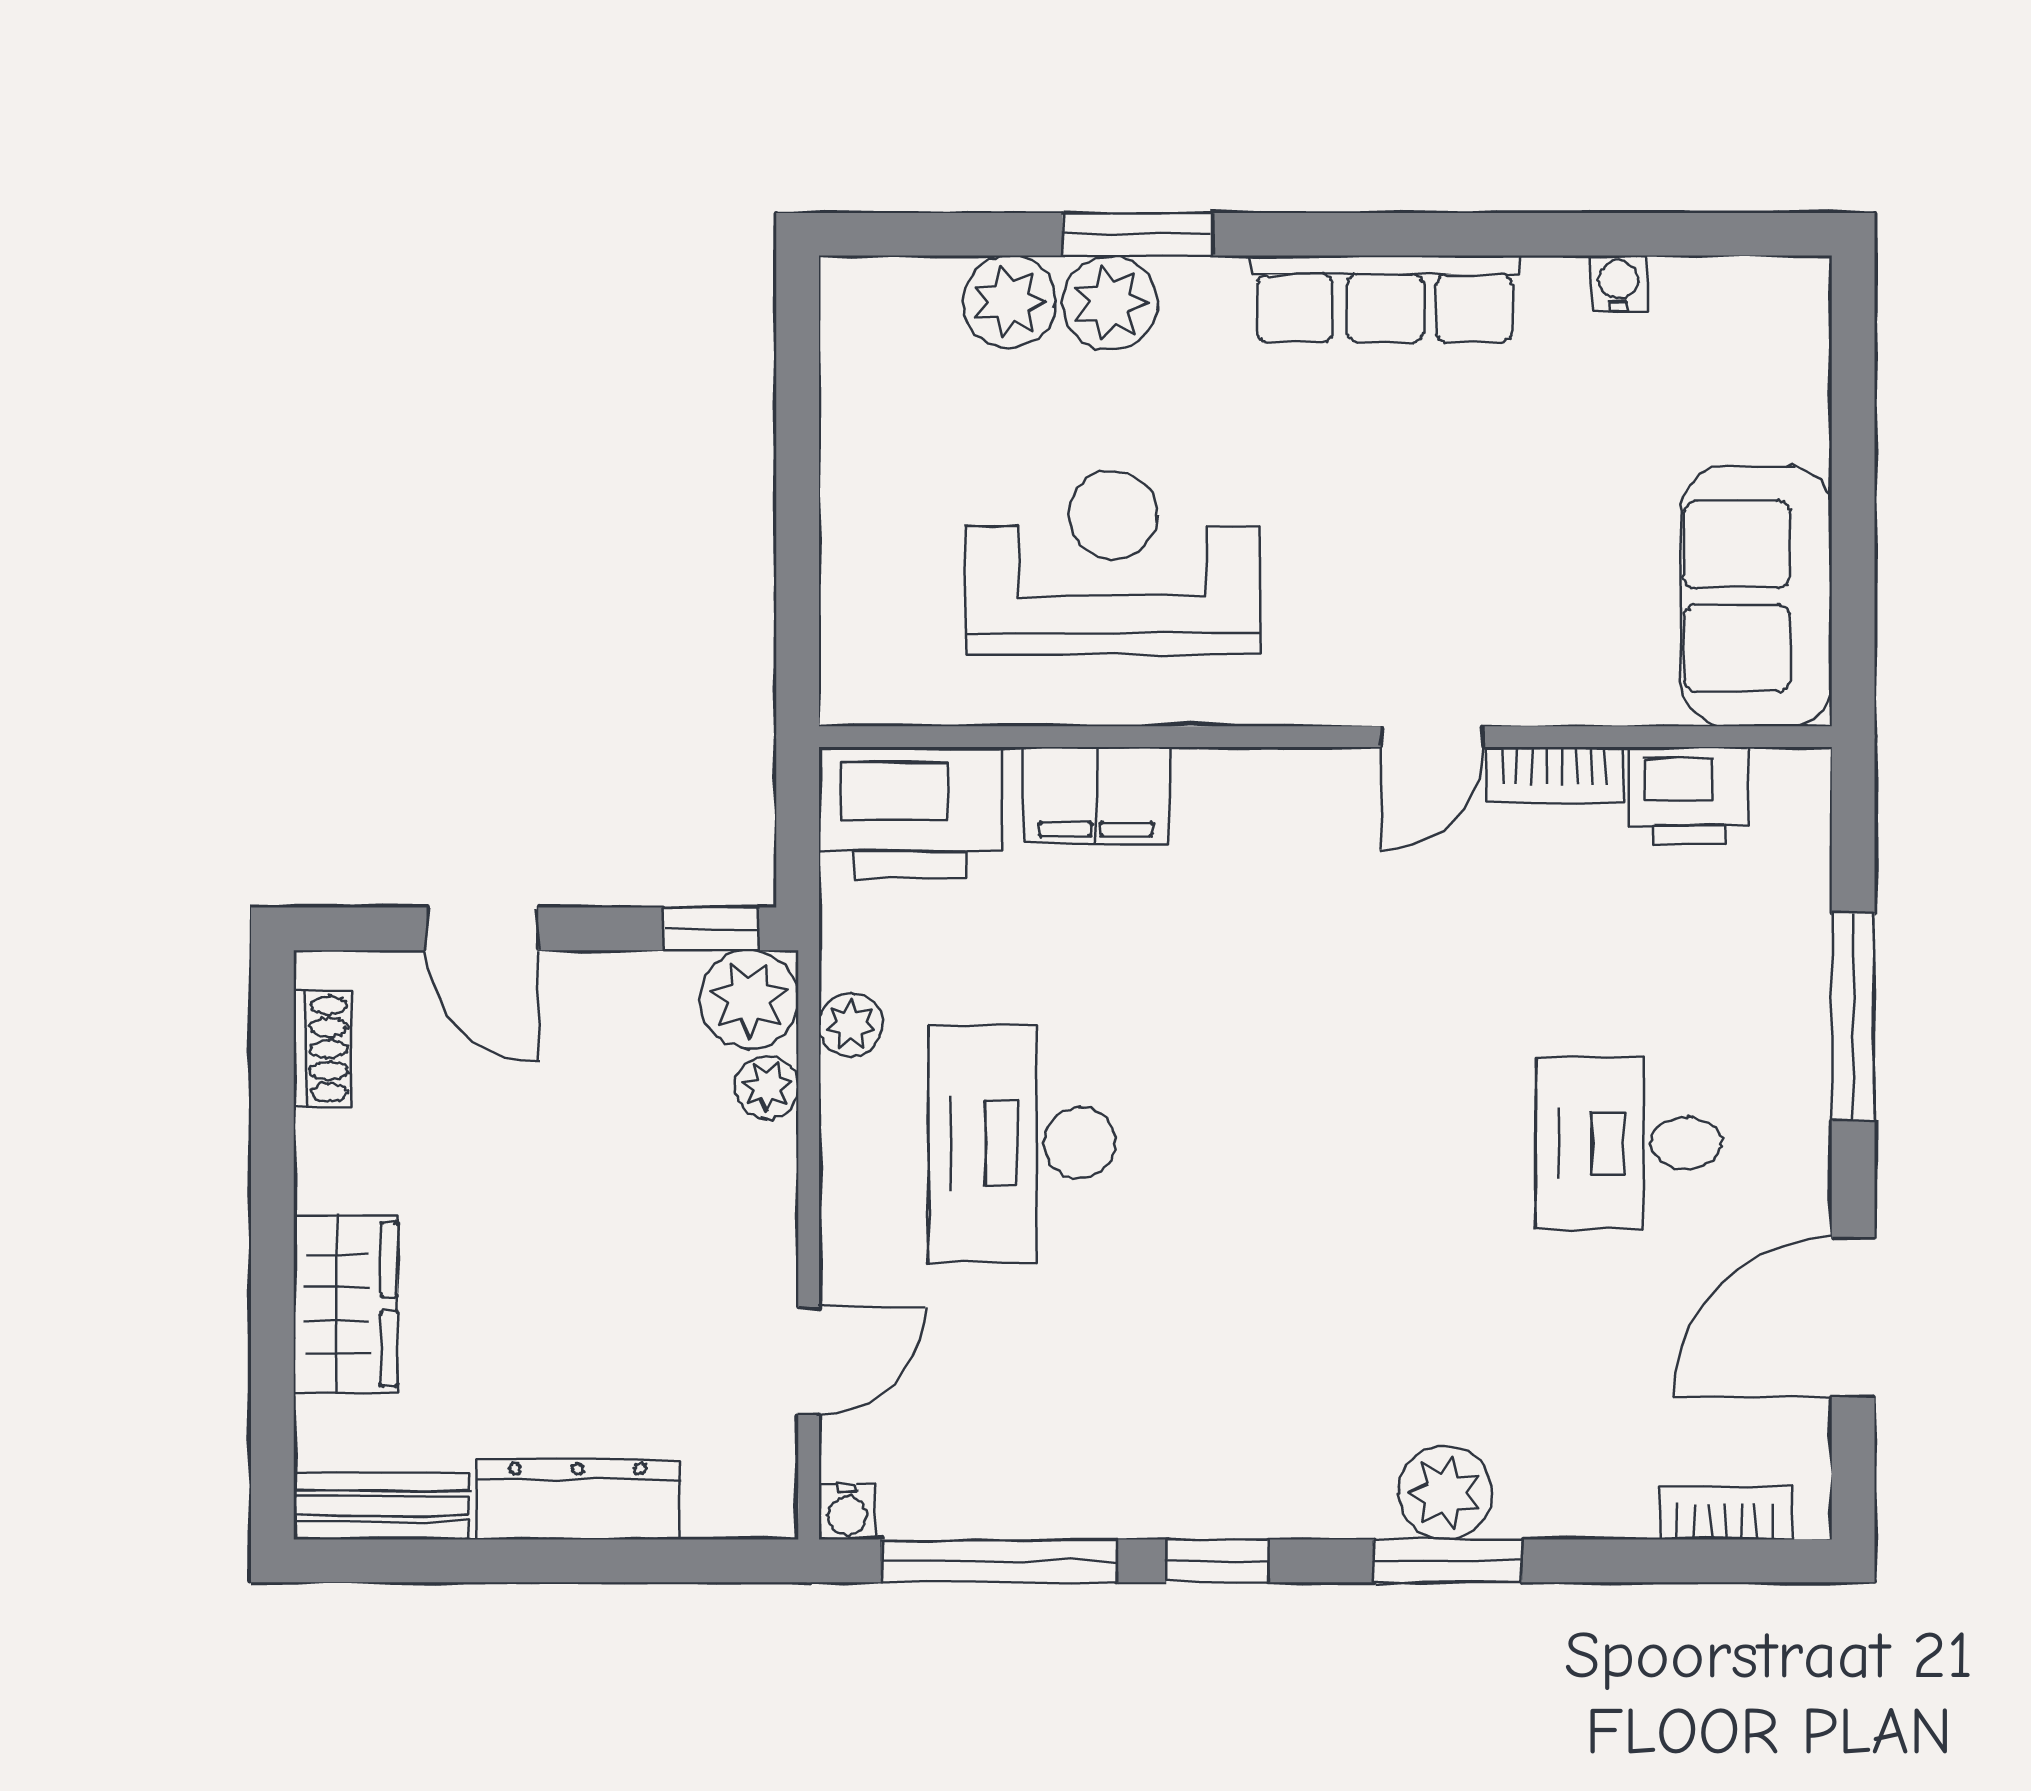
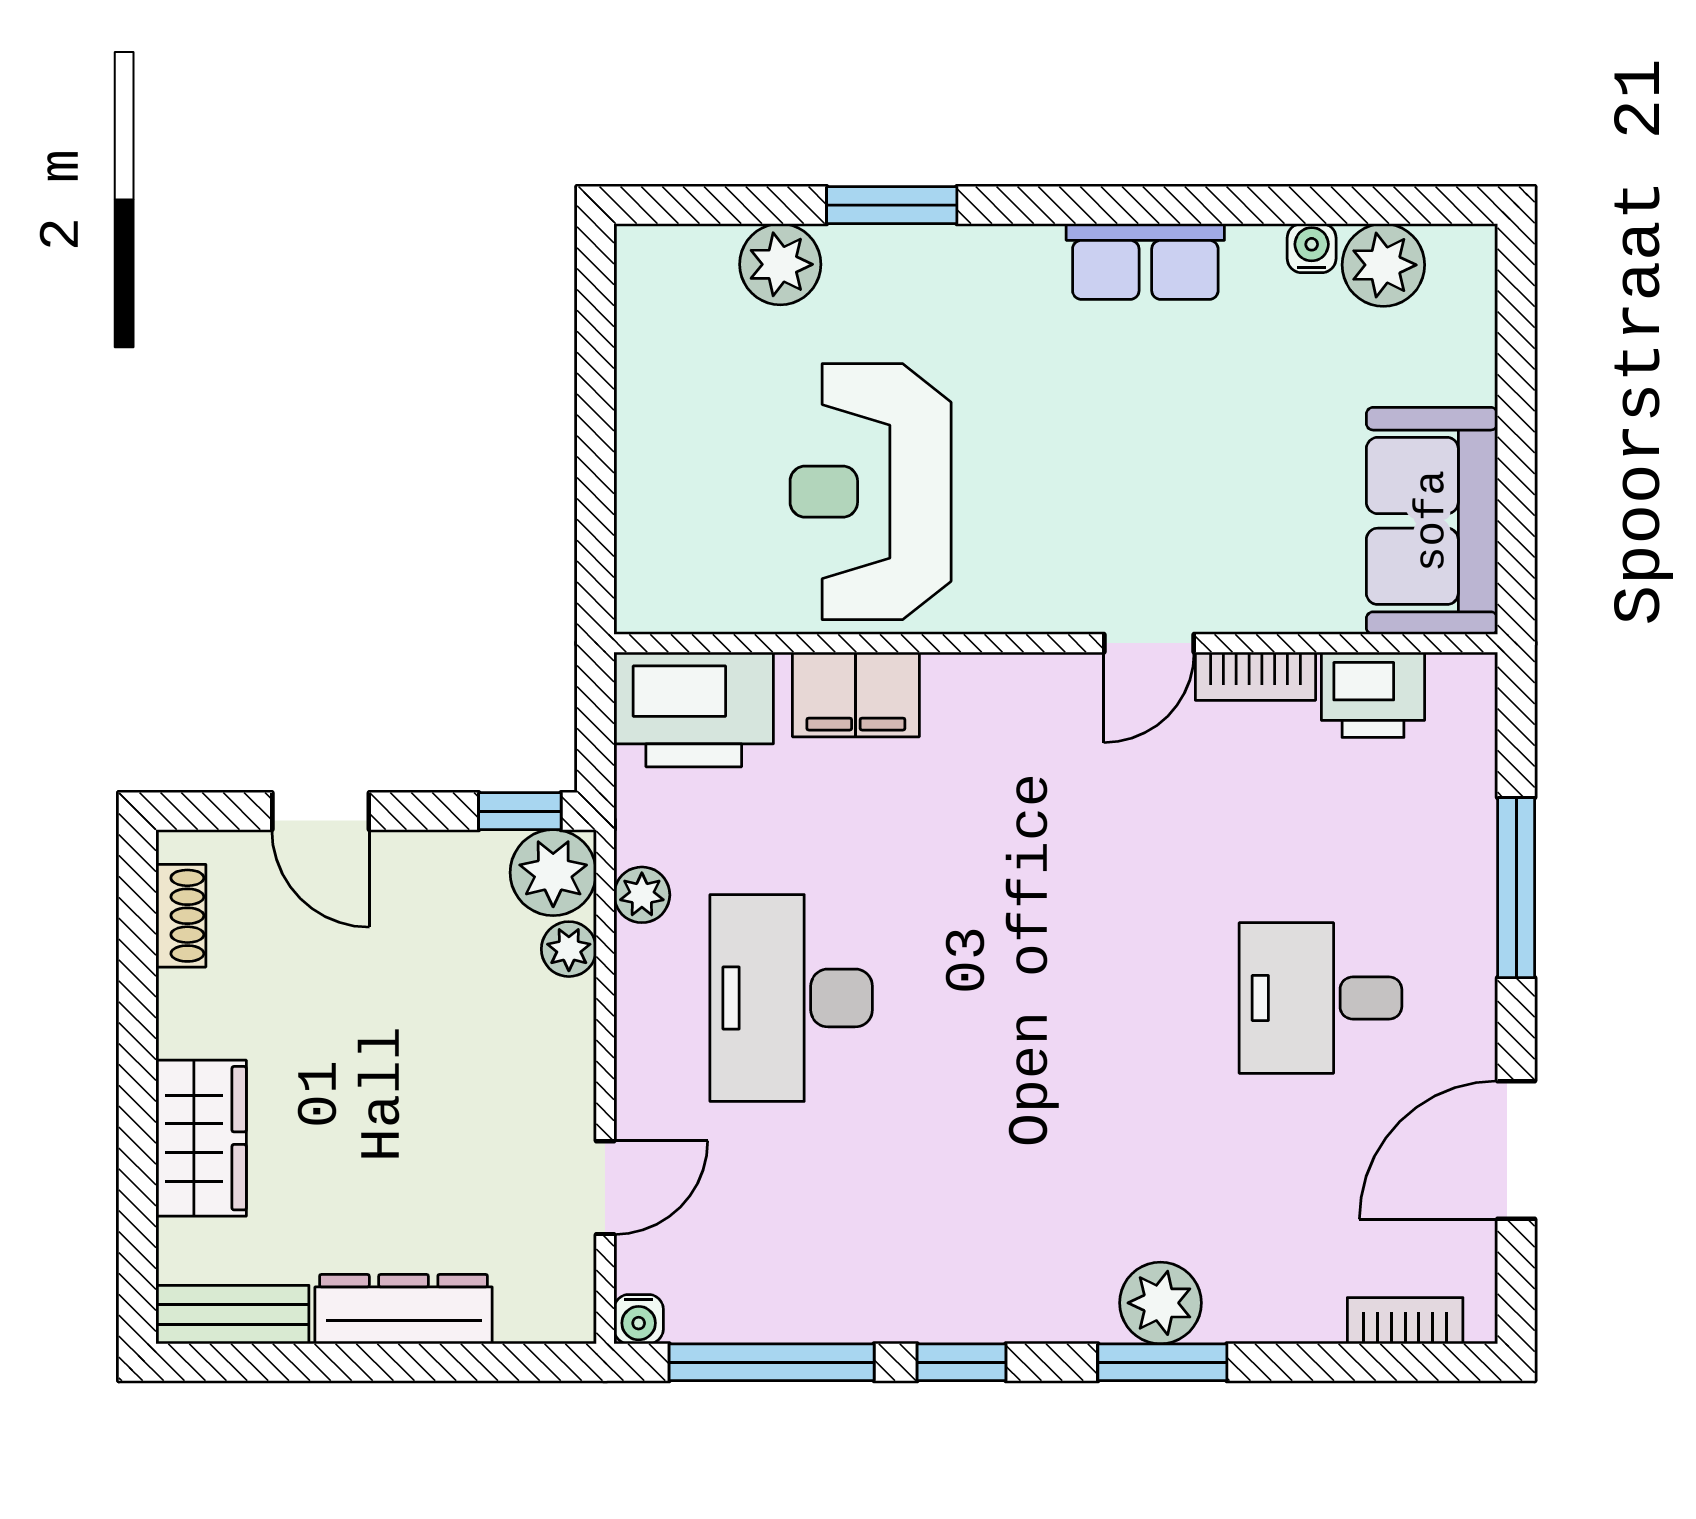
row of seats: (1385, 299) -> (1145, 262), width x0.68
plant: (1110, 303) -> (1383, 265), moved
reception desk: (1113, 563) -> (871, 492), turned -90

